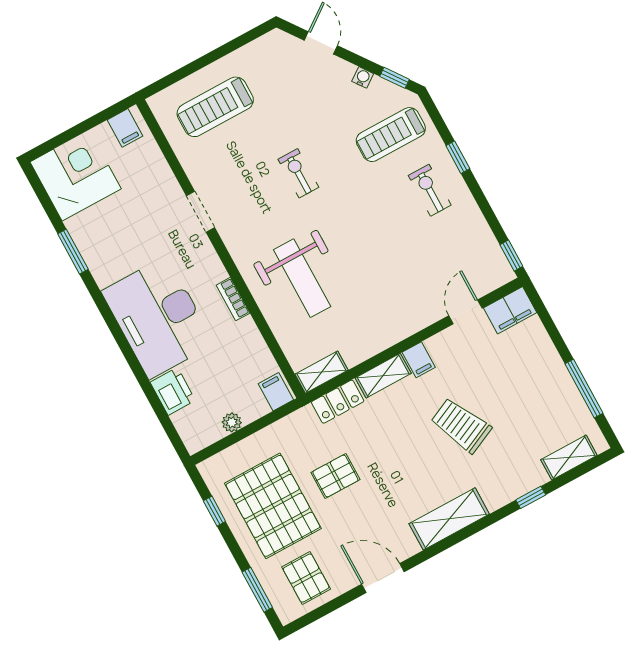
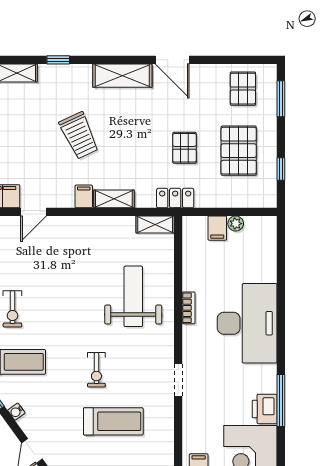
treadmill: (215, 107) -> (113, 421), moved
window: (73, 252) -> (281, 401), width x1.44
printer: (173, 391) -> (265, 409), moved
filing cabinet: (276, 392) -> (217, 228), moved
locker: (338, 402) -> (175, 198), moved
pallet: (335, 476) -> (184, 148), turned 90
pallet: (273, 506) -> (239, 151), width x0.73, depth x0.71
door: (383, 578) -> (172, 60), moved

